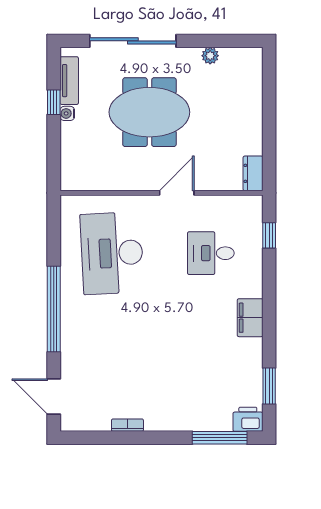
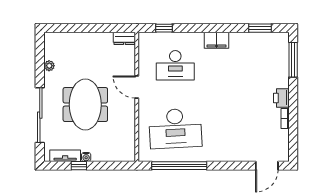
desk: (211, 253) -> (175, 65), width x1.37
window: (54, 309) -> (179, 166), moved
printer: (248, 419) -> (281, 98), moved

